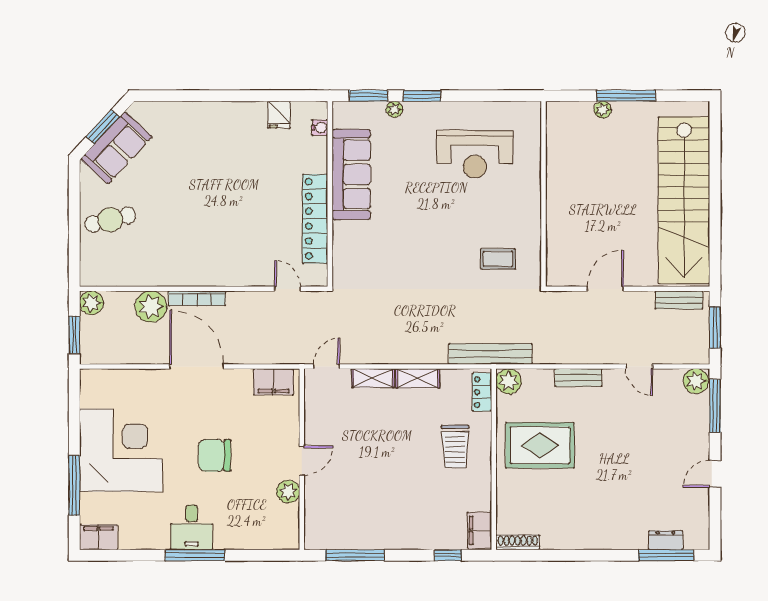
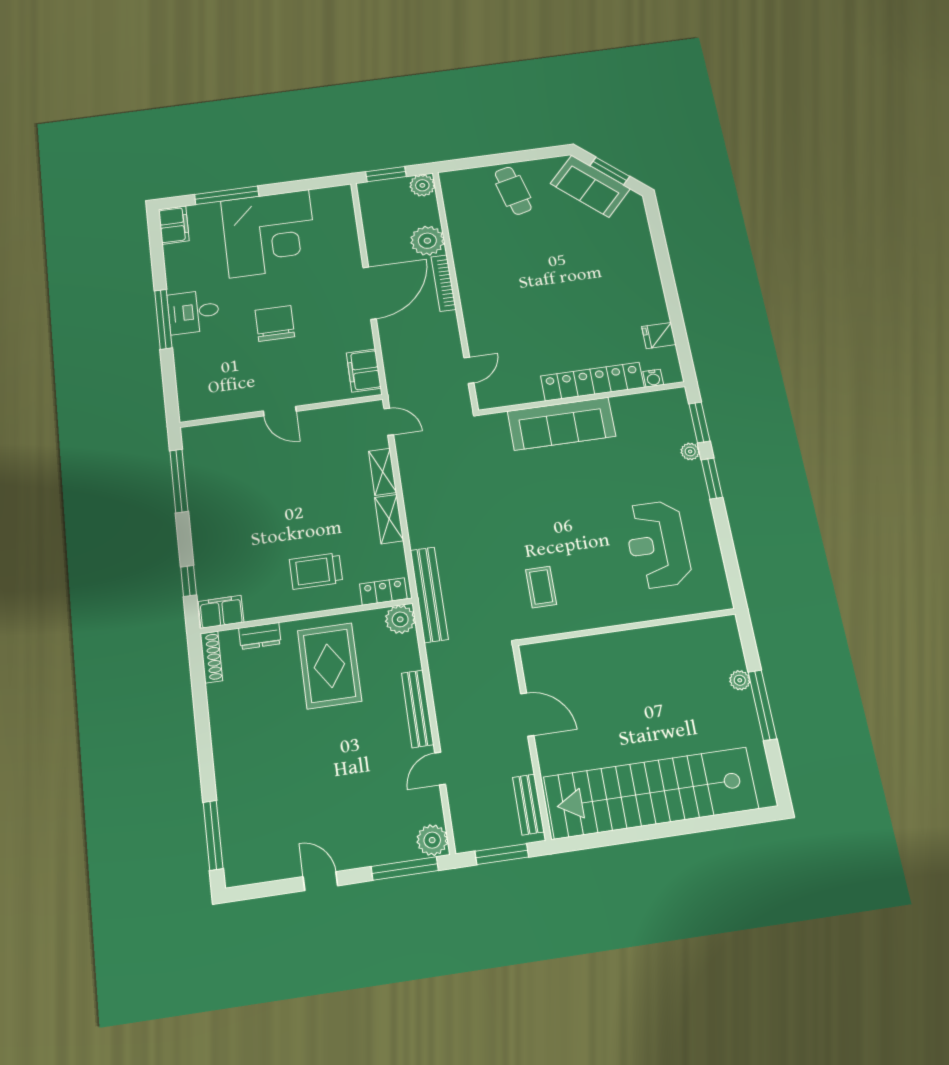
sofa: (351, 174) -> (561, 424), moved
locker: (315, 219) -> (592, 382), moved
bench: (579, 378) -> (418, 709), width x1.36
plant: (288, 492) -> (243, 402), removed
dresser: (666, 540) -> (260, 636), moved, turned 90

